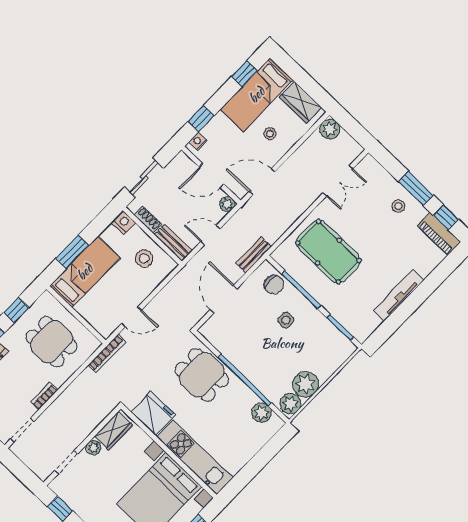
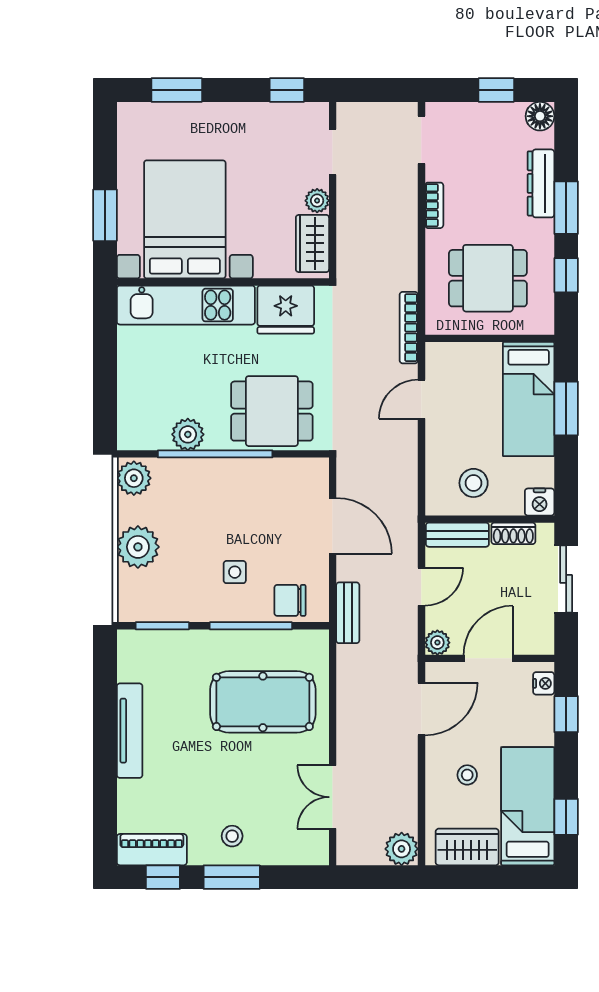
plant: (306, 384) -> (138, 547), moved
plant: (261, 413) -> (188, 434), moved

